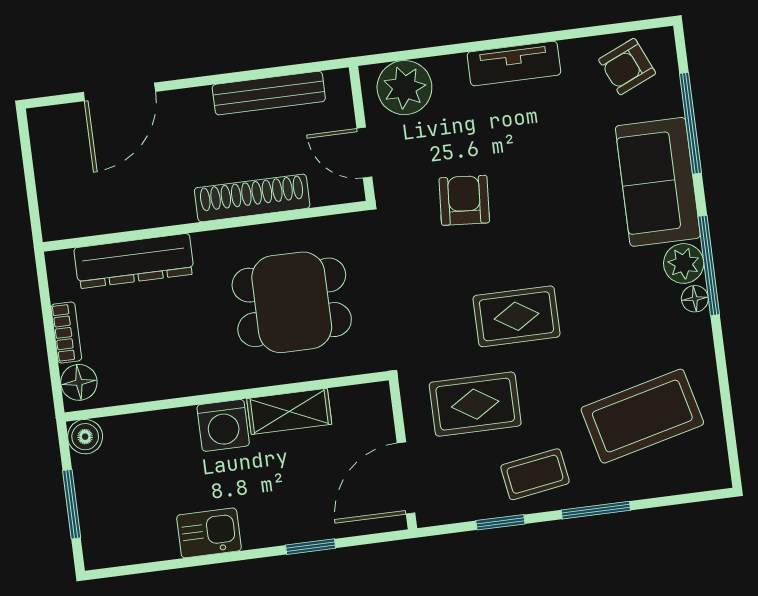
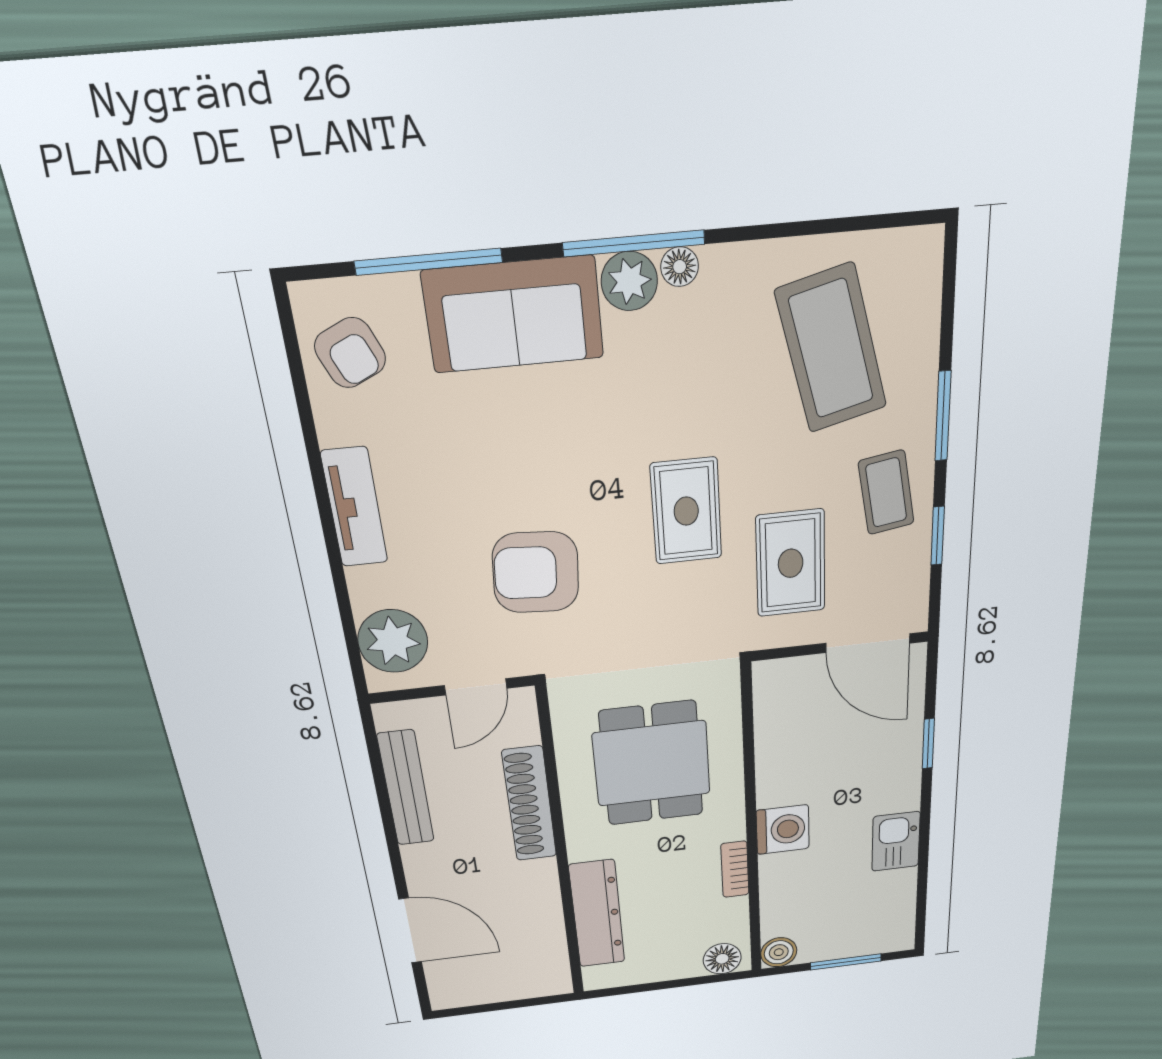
armchair: (464, 200) -> (536, 572), width x1.38, depth x1.38
bookcase: (66, 332) -> (735, 869), moved, turned -90
shelving: (289, 411) -> (775, 765), removed

